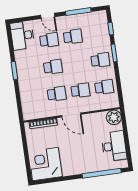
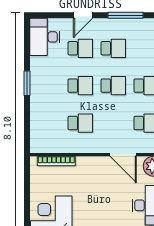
door: (48, 16) -> (83, 15), hinge flipped
school desk: (80, 90) -> (113, 86), moved
door: (71, 115) -> (123, 155), moved

